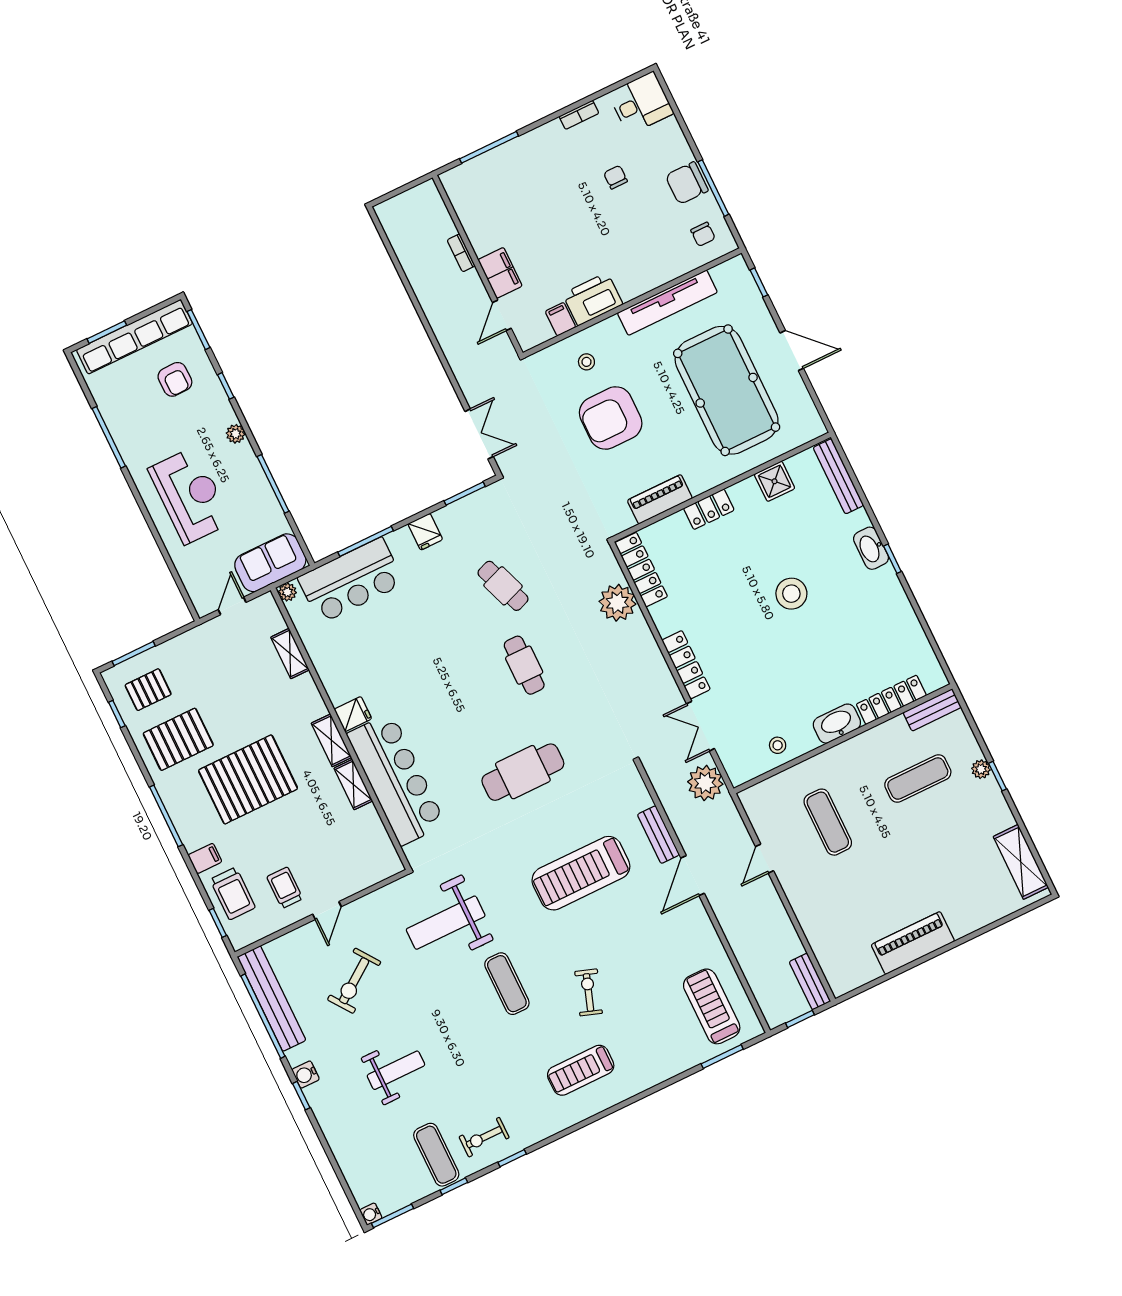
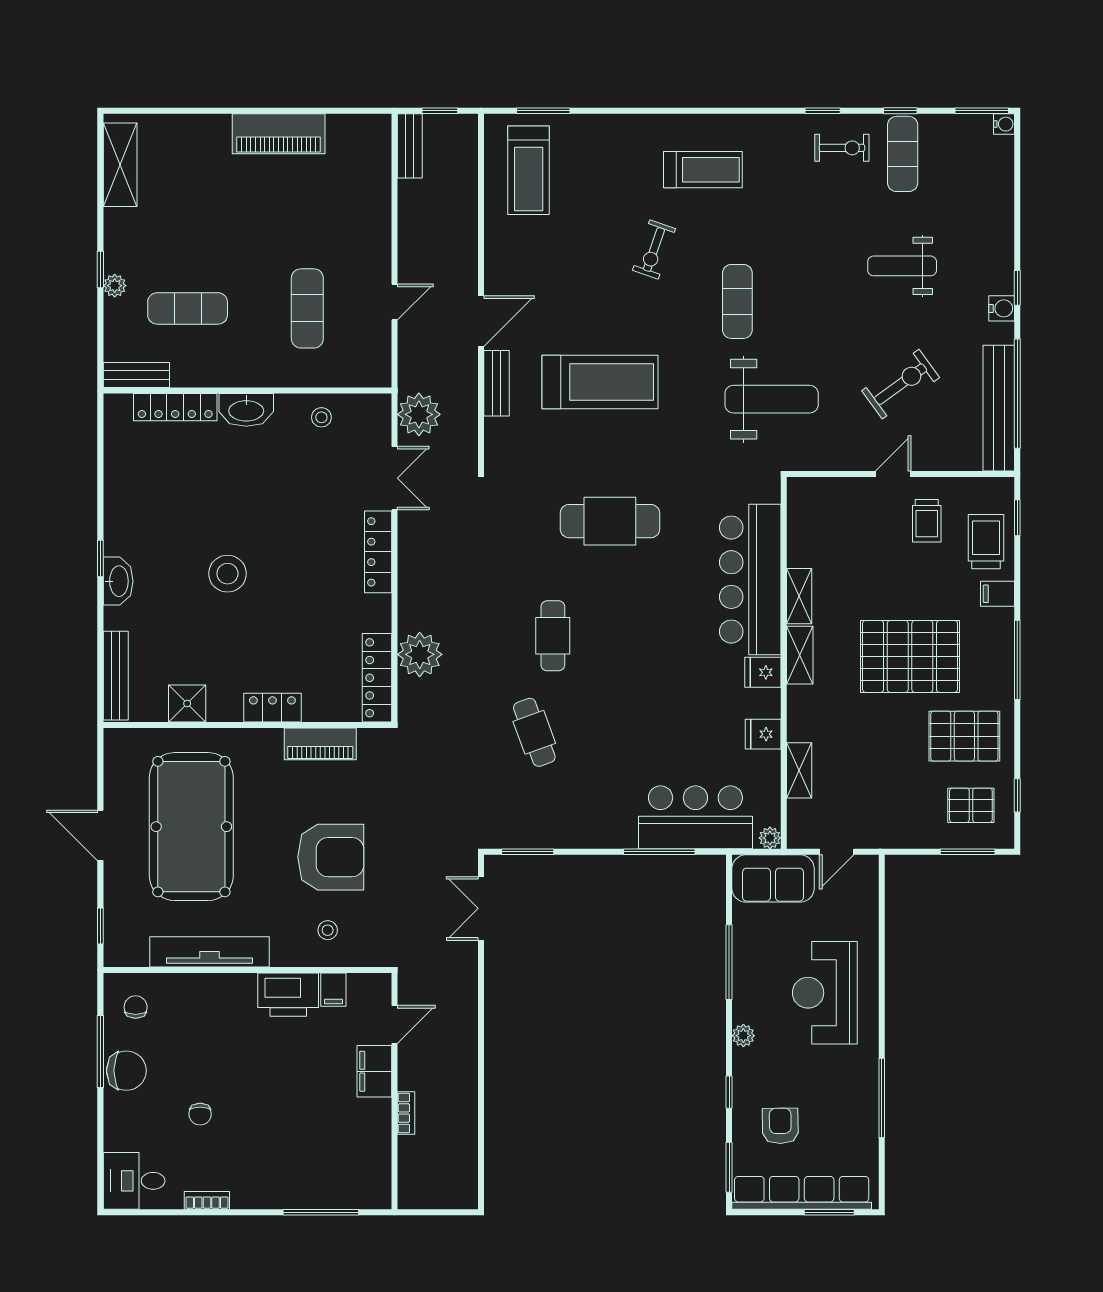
fridge: (425, 532) -> (763, 734), moved, turned -90

